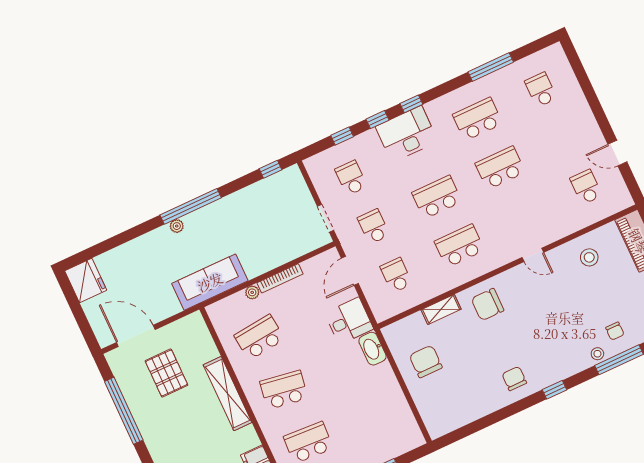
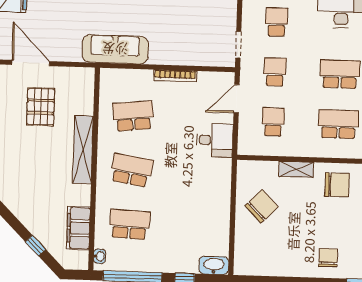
plant: (252, 292) -> (146, 76), removed
chair: (488, 305) -> (337, 185), turned 180
washbasin: (372, 349) -> (214, 265), moved, turned 90
chair: (426, 361) -> (262, 206), turned 45

